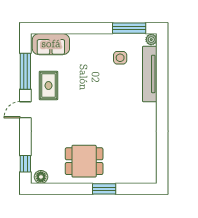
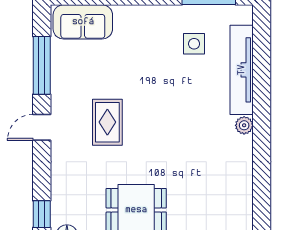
plant: (151, 40) -> (244, 125), moved
rug: (48, 86) -> (107, 122), moved

